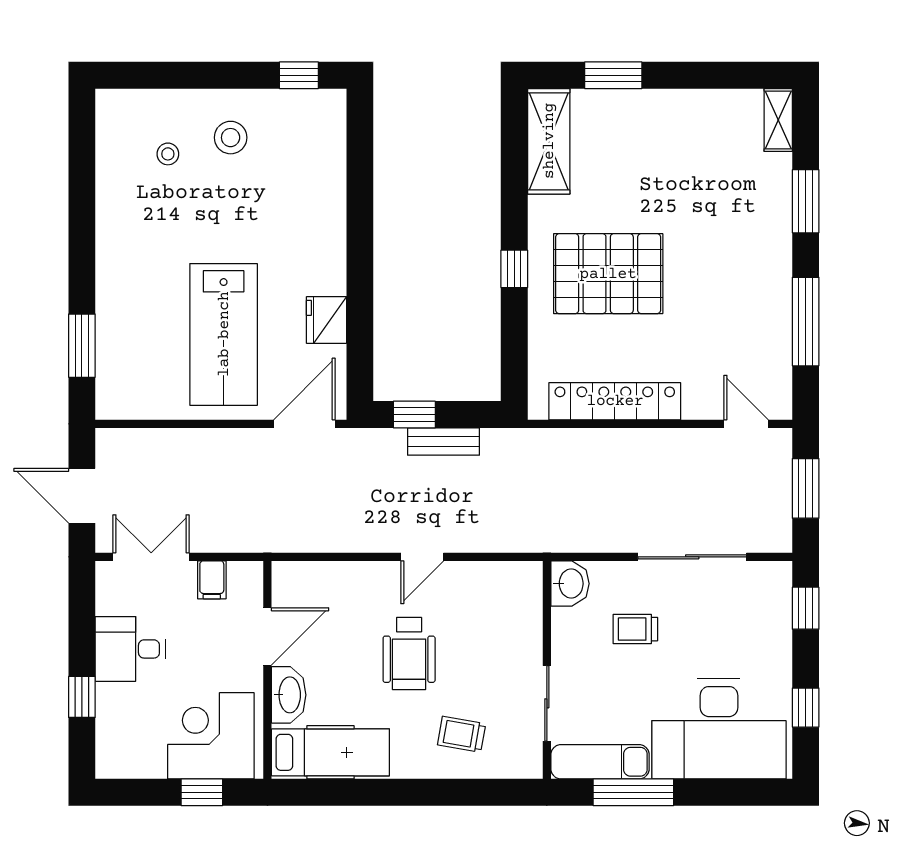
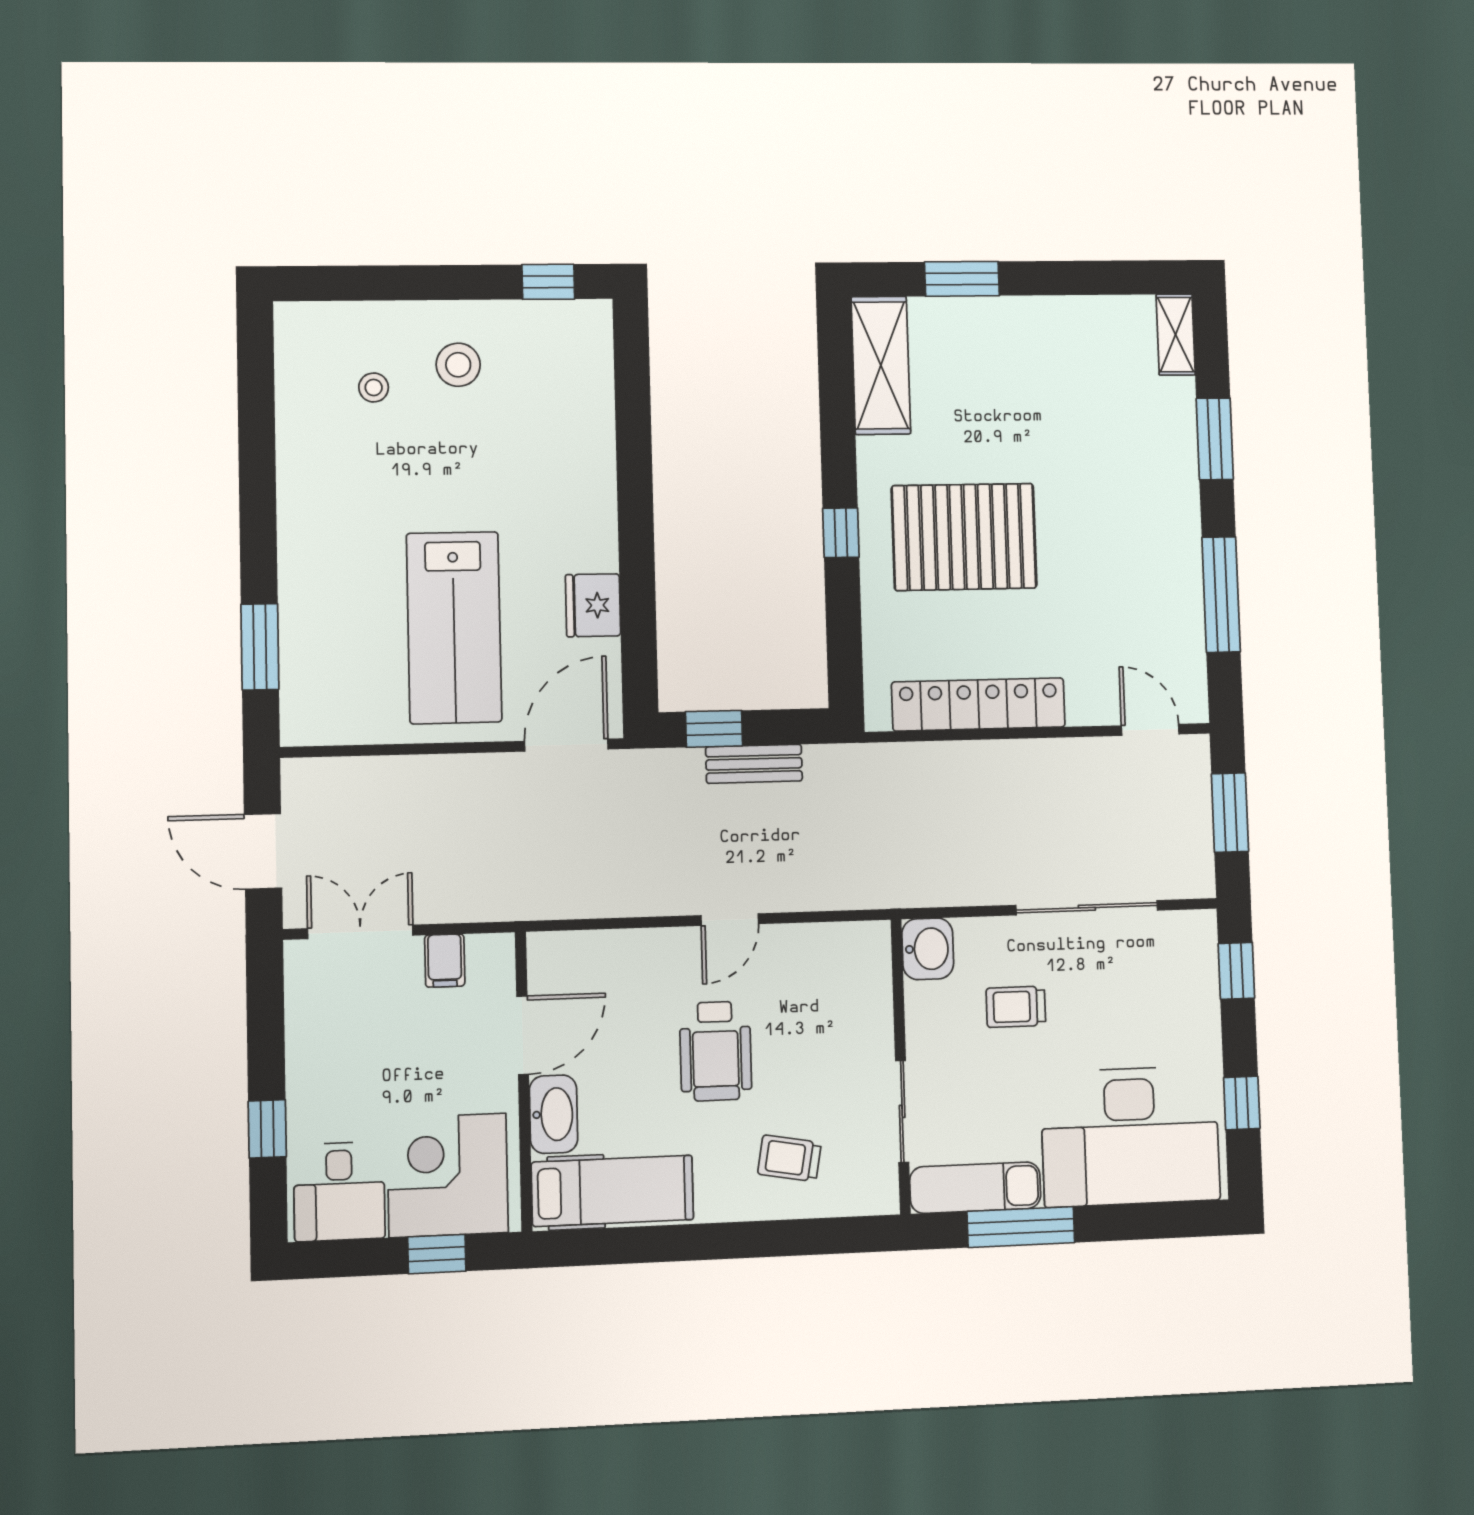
desk: (130, 649) -> (339, 1191), moved, turned -90

